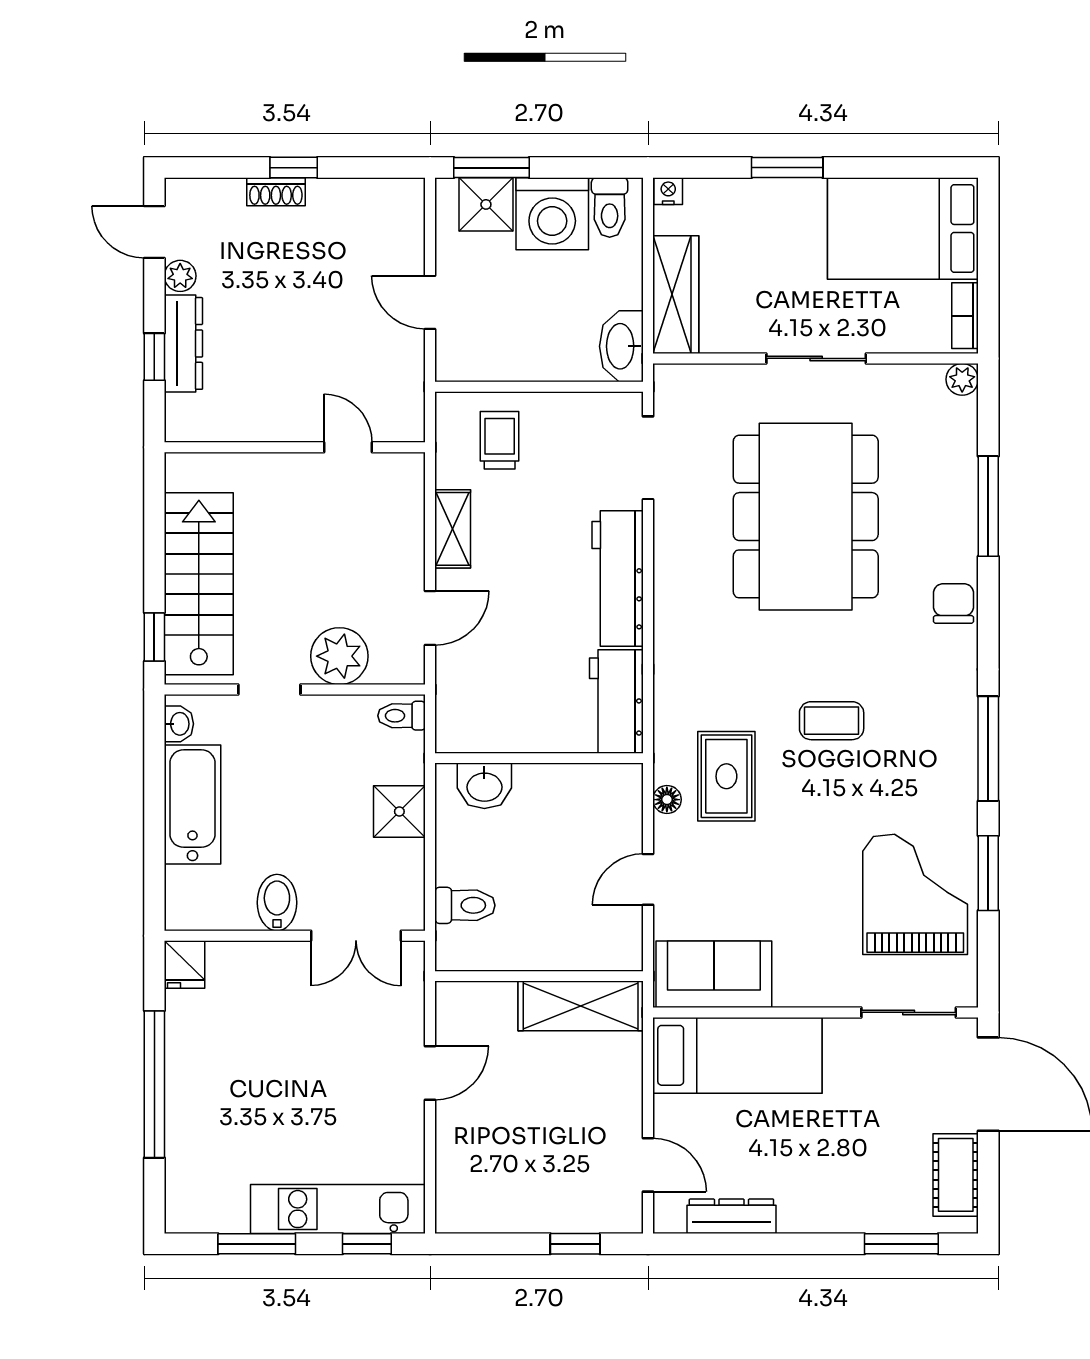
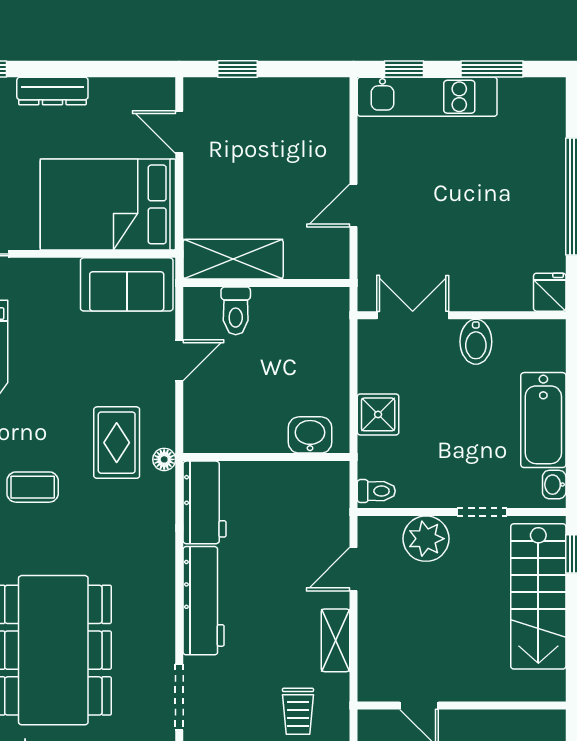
floor lamp: (667, 800) -> (164, 459), moved
toilet: (465, 905) -> (236, 311), moved, turned -90
bed: (737, 1055) -> (108, 204), width x1.50
dresser: (731, 1216) -> (52, 91), moved

